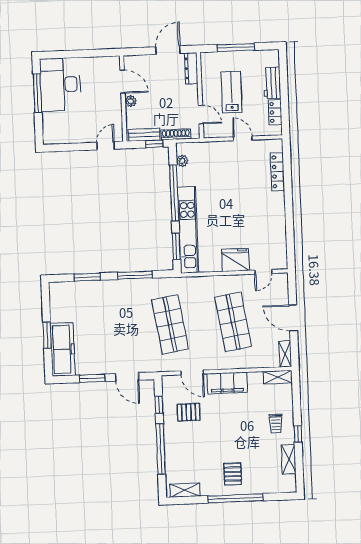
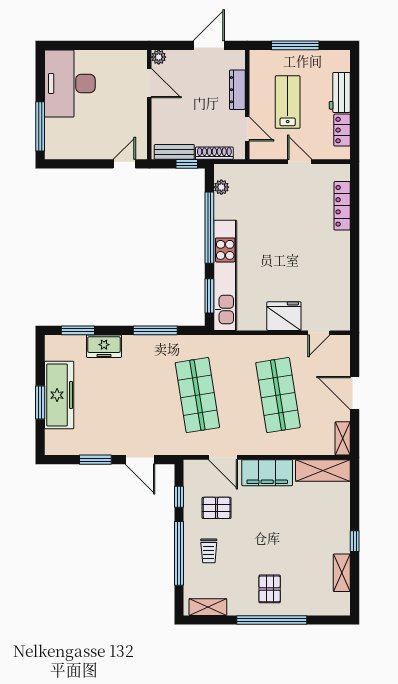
dresser: (191, 68) -> (237, 90), moved
window: (37, 93) -> (40, 126), moved
plant: (131, 101) -> (159, 57), moved
window: (87, 277) -> (78, 330), moved
freezer: (95, 289) -> (104, 346), added
freezer: (63, 349) -> (59, 395), moved
shelving: (278, 377) -> (323, 470), width x1.50, depth x1.33
trolley: (276, 424) -> (209, 551), moved

